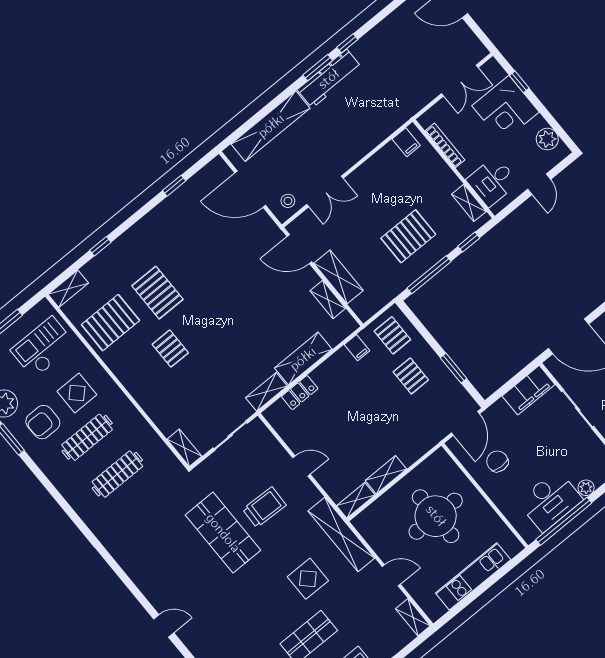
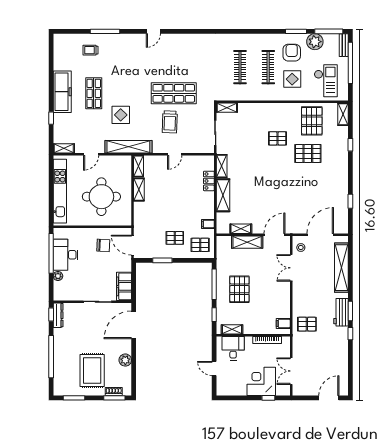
workbench: (329, 79) -> (341, 312), width x0.73
pallet: (381, 111) -> (307, 324), added
plant: (547, 139) -> (232, 389), removed
kitchen unit: (473, 576) -> (60, 191), width x1.36

